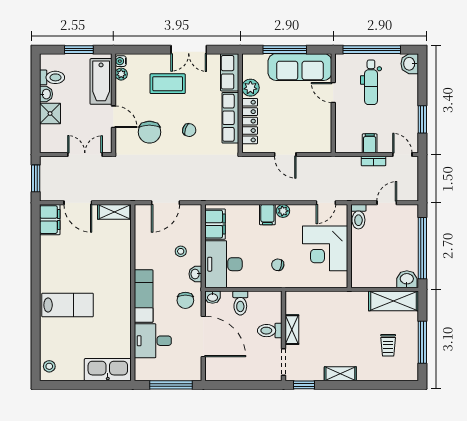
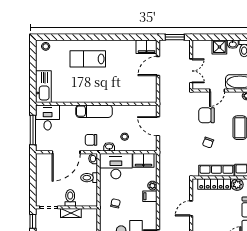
plant: (283, 211) -> (152, 186), moved
shelving: (114, 212) -> (152, 91), removed
lab bench: (68, 305) -> (88, 59), turned 90
desk: (153, 341) -> (48, 117), moved

